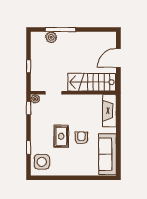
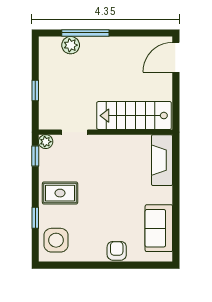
door: (118, 58) -> (176, 57), moved
rug: (61, 136) -> (60, 193), moved, turned 90
armchair: (81, 138) -> (117, 251), moved
sofa: (107, 154) -> (159, 228), width x0.73

